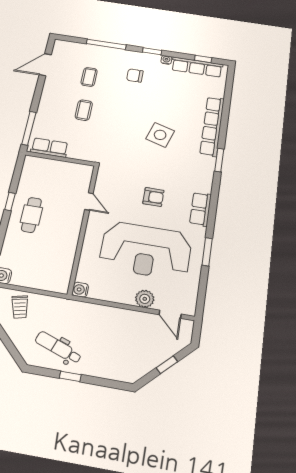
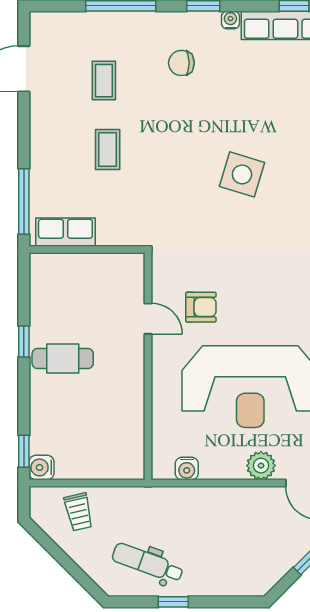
armchair: (153, 197) -> (201, 307), moved
cafe table: (31, 215) -> (63, 359), turned 90
water cooler: (80, 290) -> (187, 469), moved, turned -90

